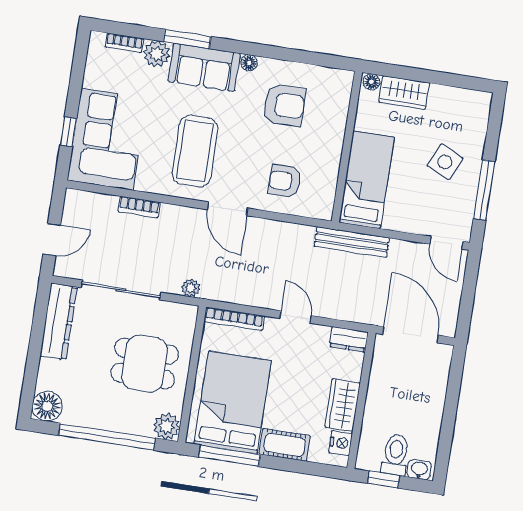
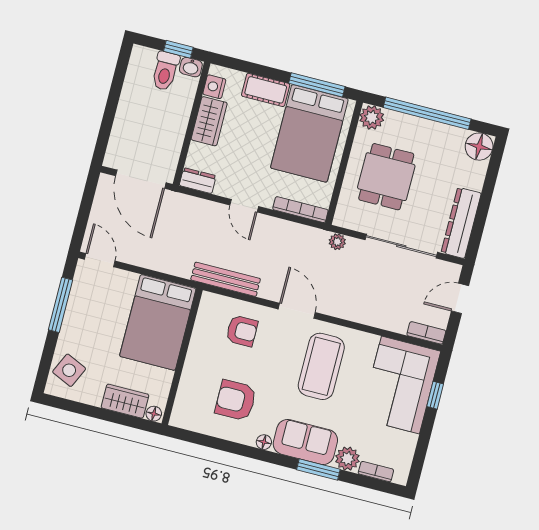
side table: (445, 162) -> (69, 370), moved
bed: (367, 180) -> (158, 322), width x1.50
bookcase: (139, 207) -> (426, 333), moved
bench: (352, 242) -> (226, 279), moved
dining table: (145, 364) -> (386, 177), turned 90
washbasin: (419, 470) -> (191, 67), moved

